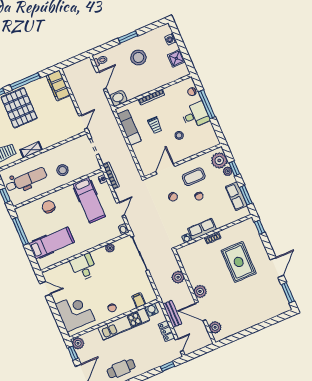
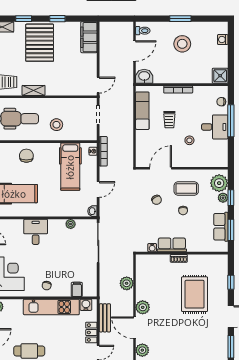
shower: (176, 58) -> (220, 76), moved
window: (25, 81) -> (57, 19), width x0.46
window: (260, 227) -> (231, 282), moved

